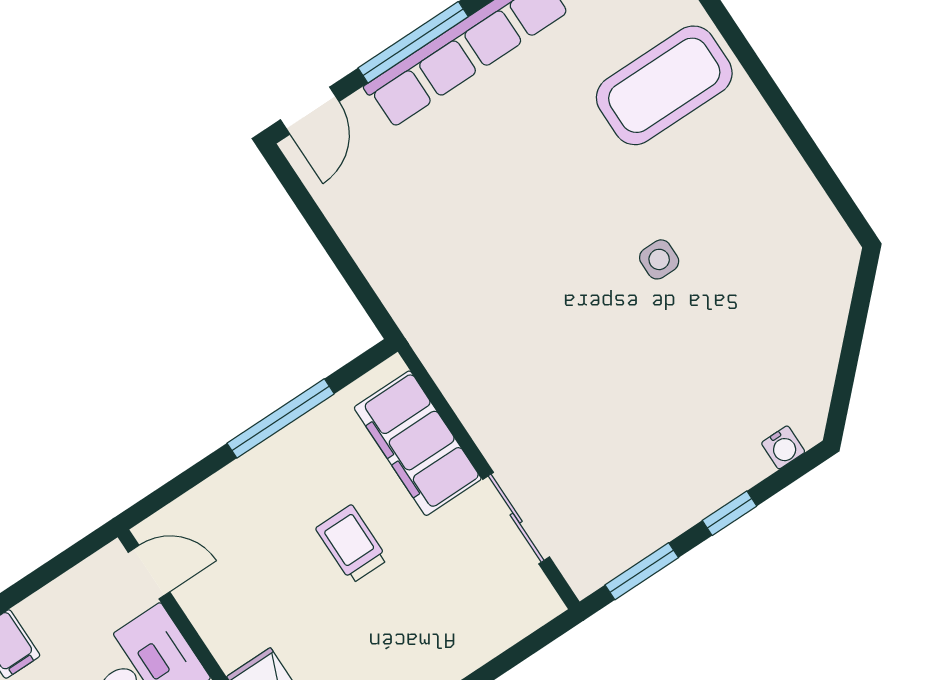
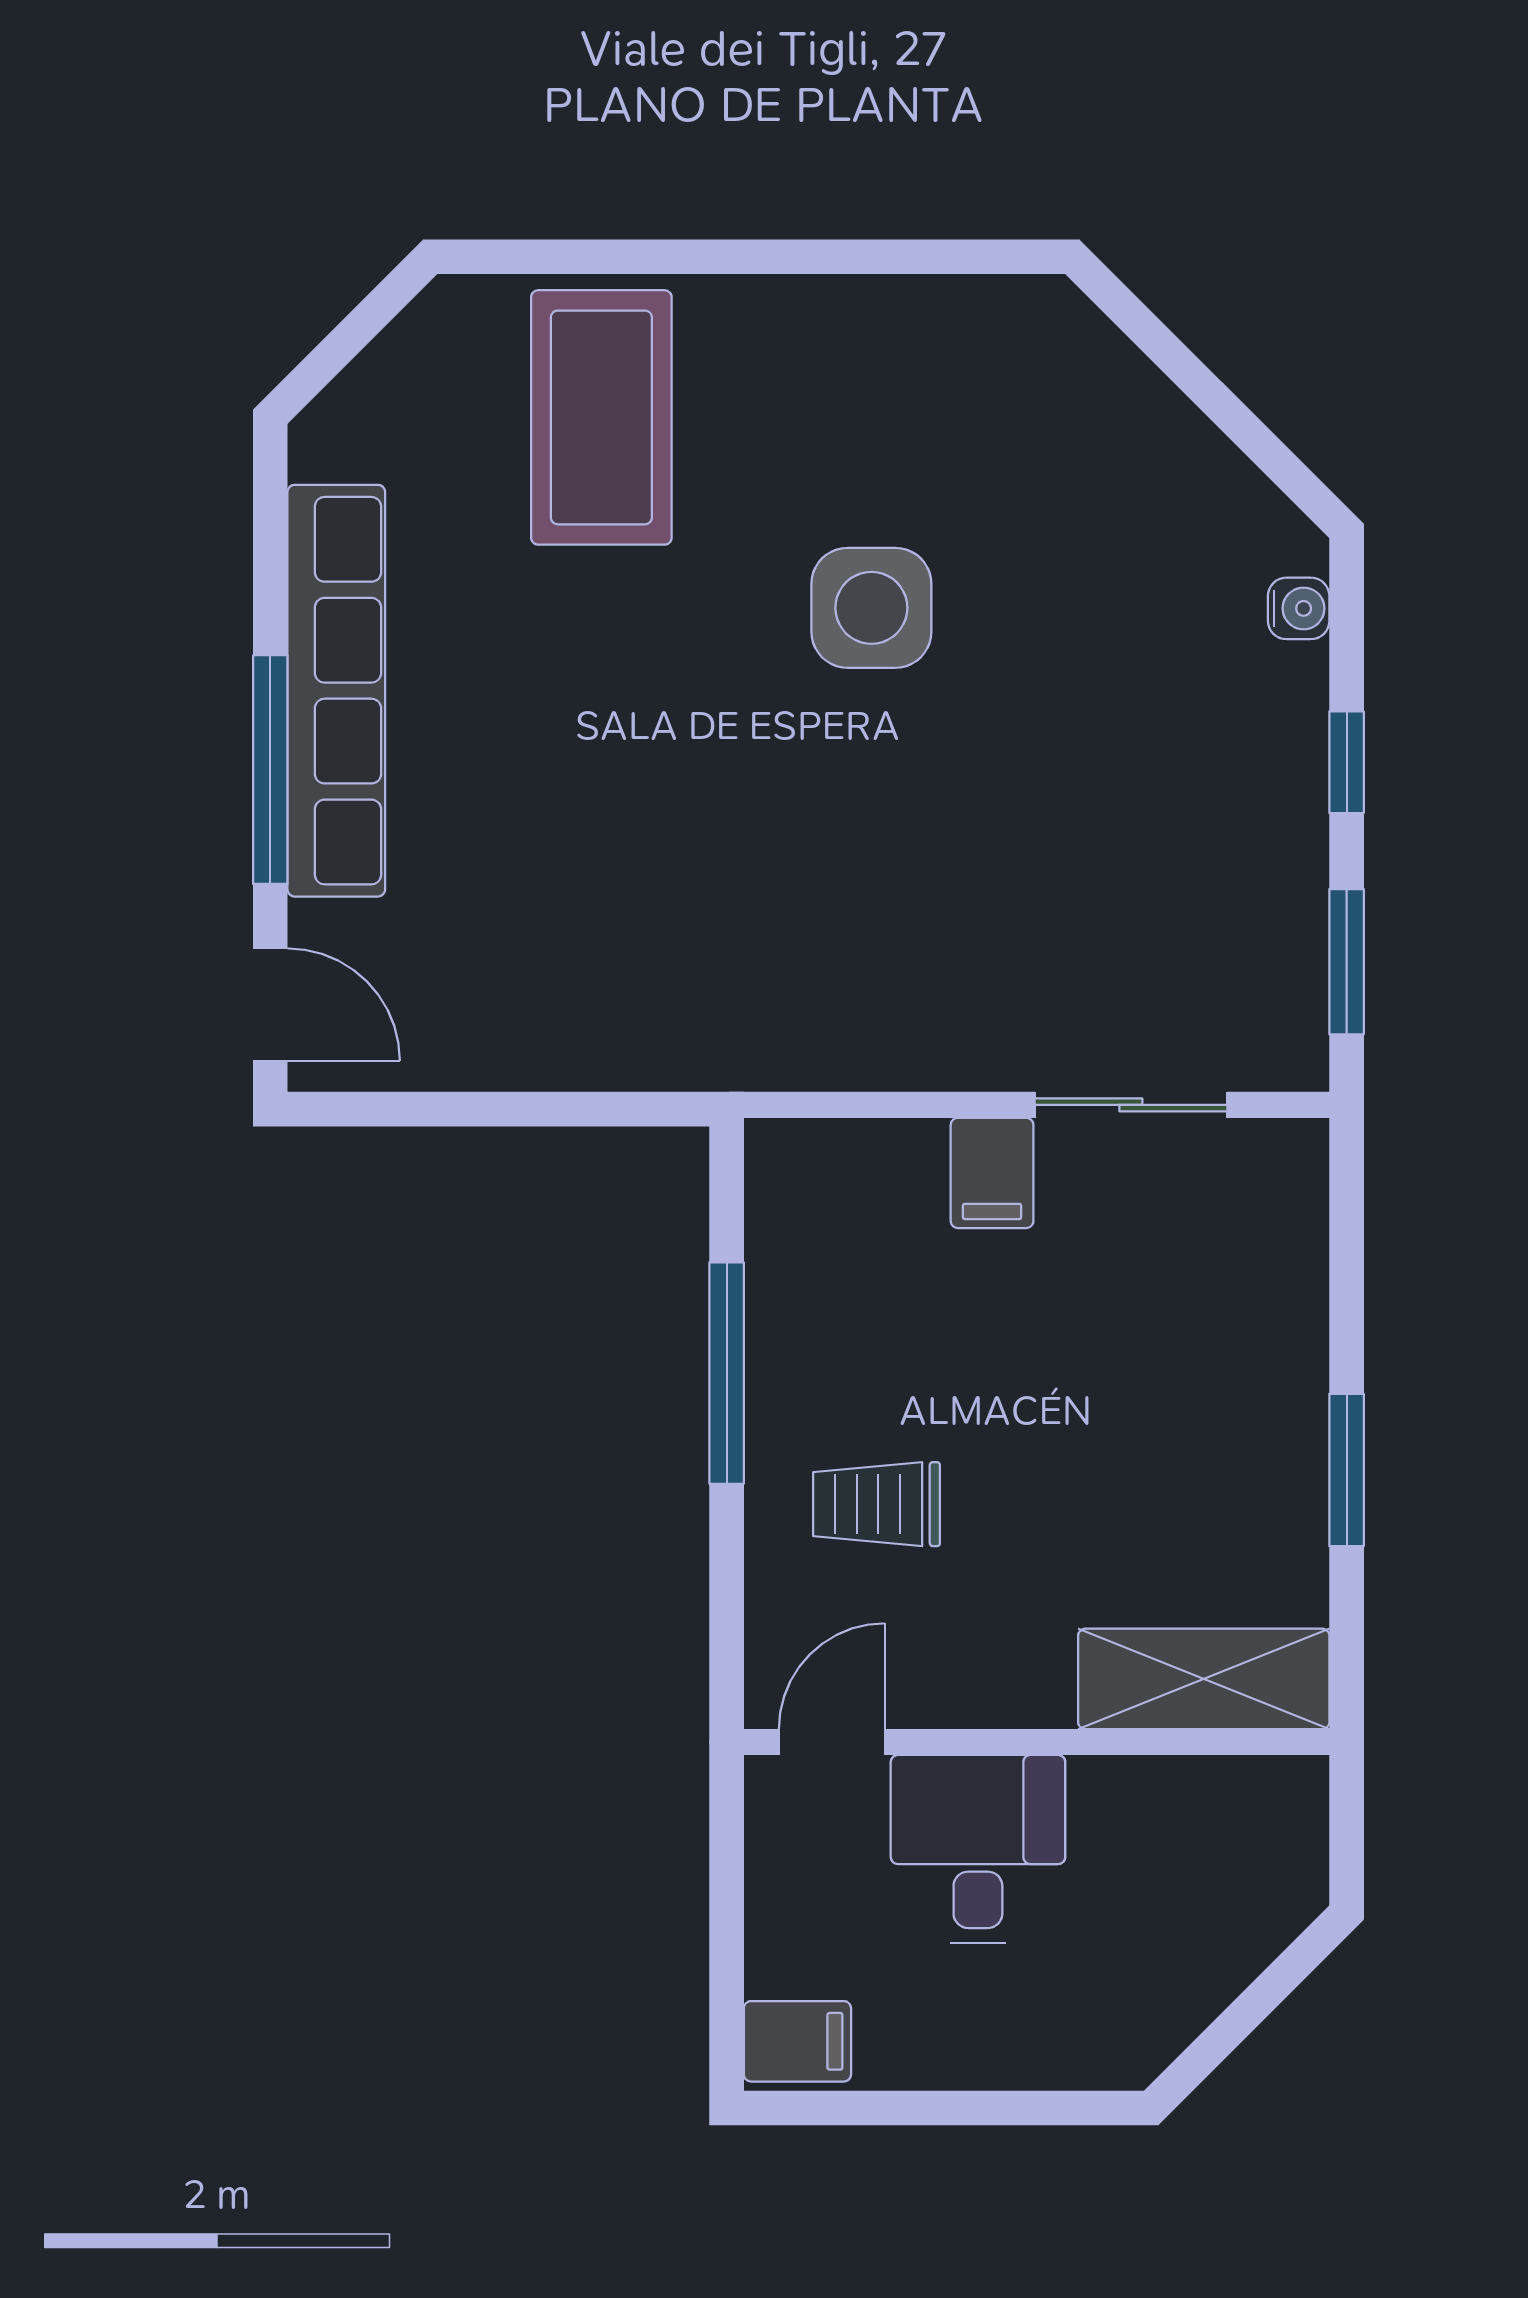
side table: (659, 259) -> (871, 608), width x1.87, depth x1.87
filing cabinet: (418, 443) -> (992, 1173), width x0.33, depth x0.86
trolley: (352, 544) -> (876, 1504), moved

